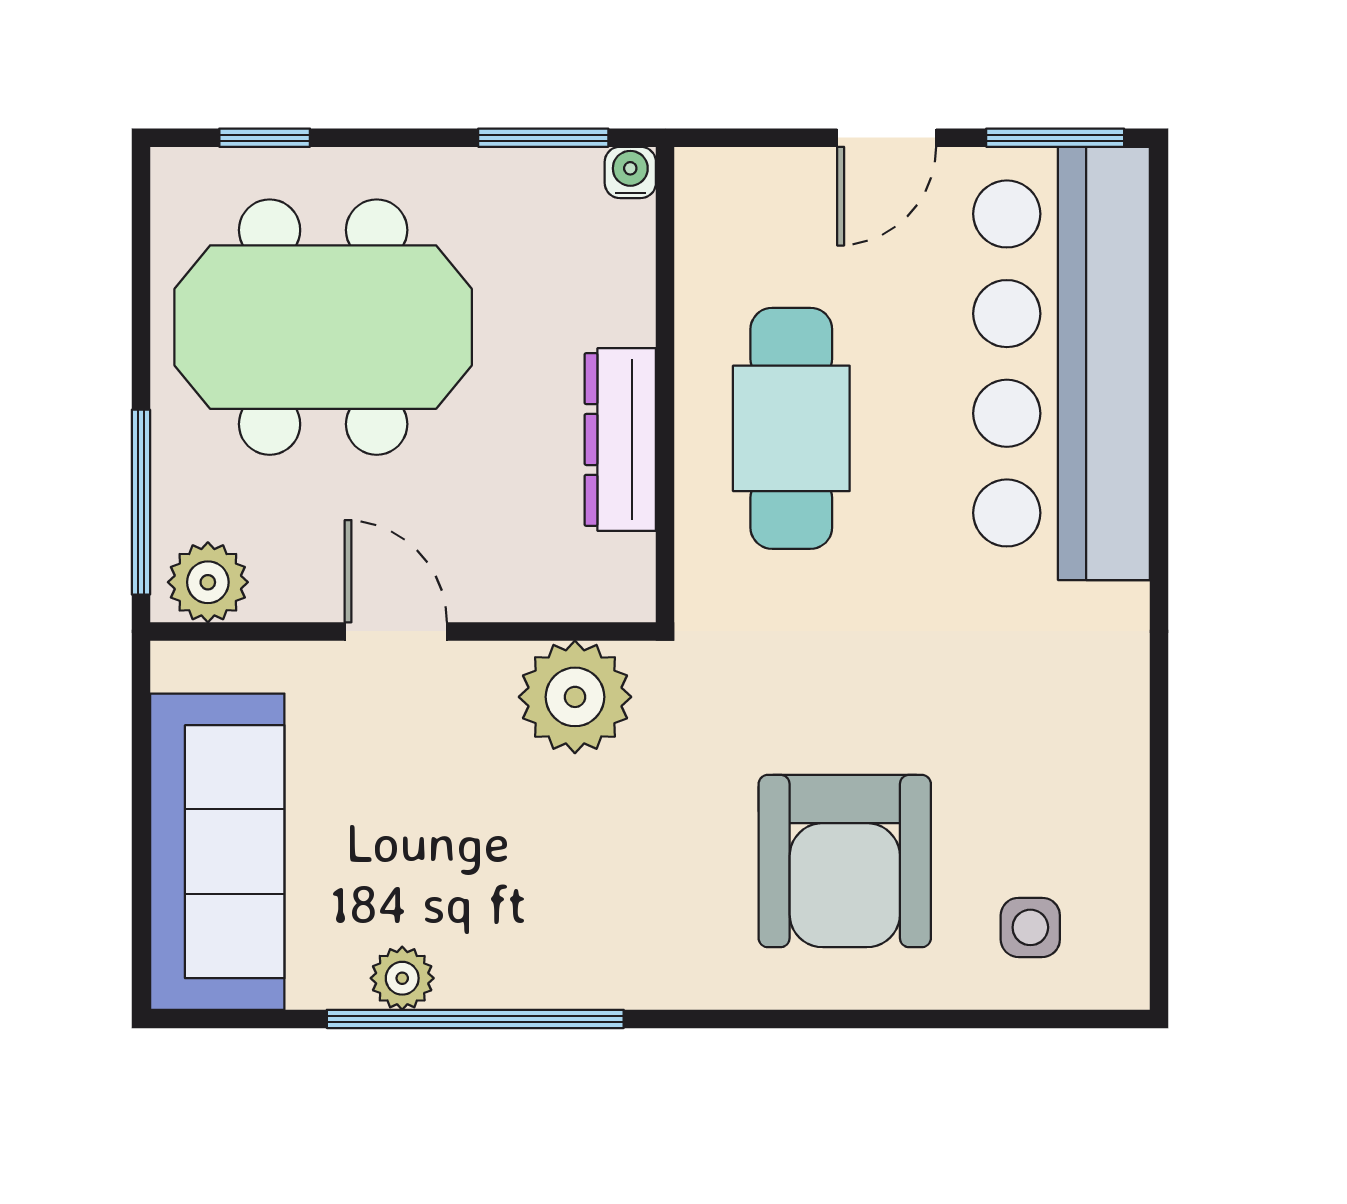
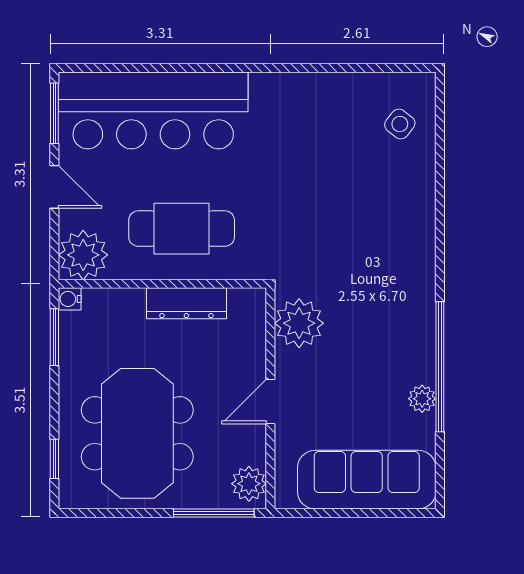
plant: (731, 203) -> (83, 255), added
armchair: (845, 861) -> (371, 205), removed
side table: (1030, 927) -> (400, 124), turned 38

